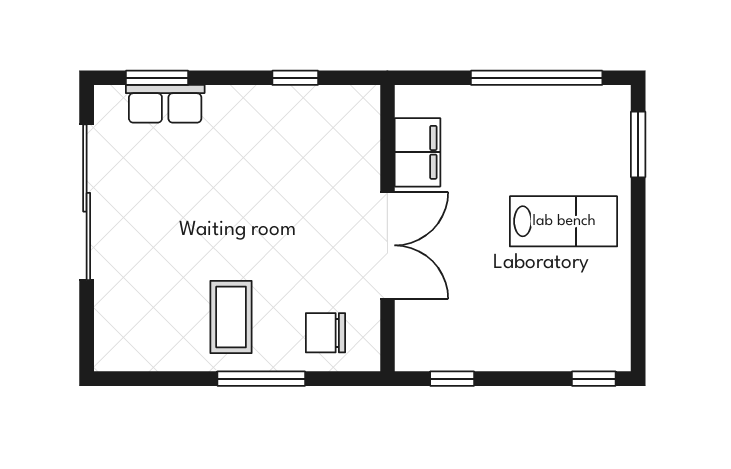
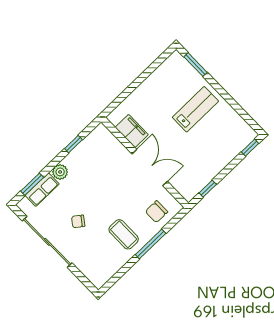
window: (537, 78) -> (146, 74), removed
plant: (226, 103) -> (60, 172), added
chair: (174, 219) -> (78, 221), added

